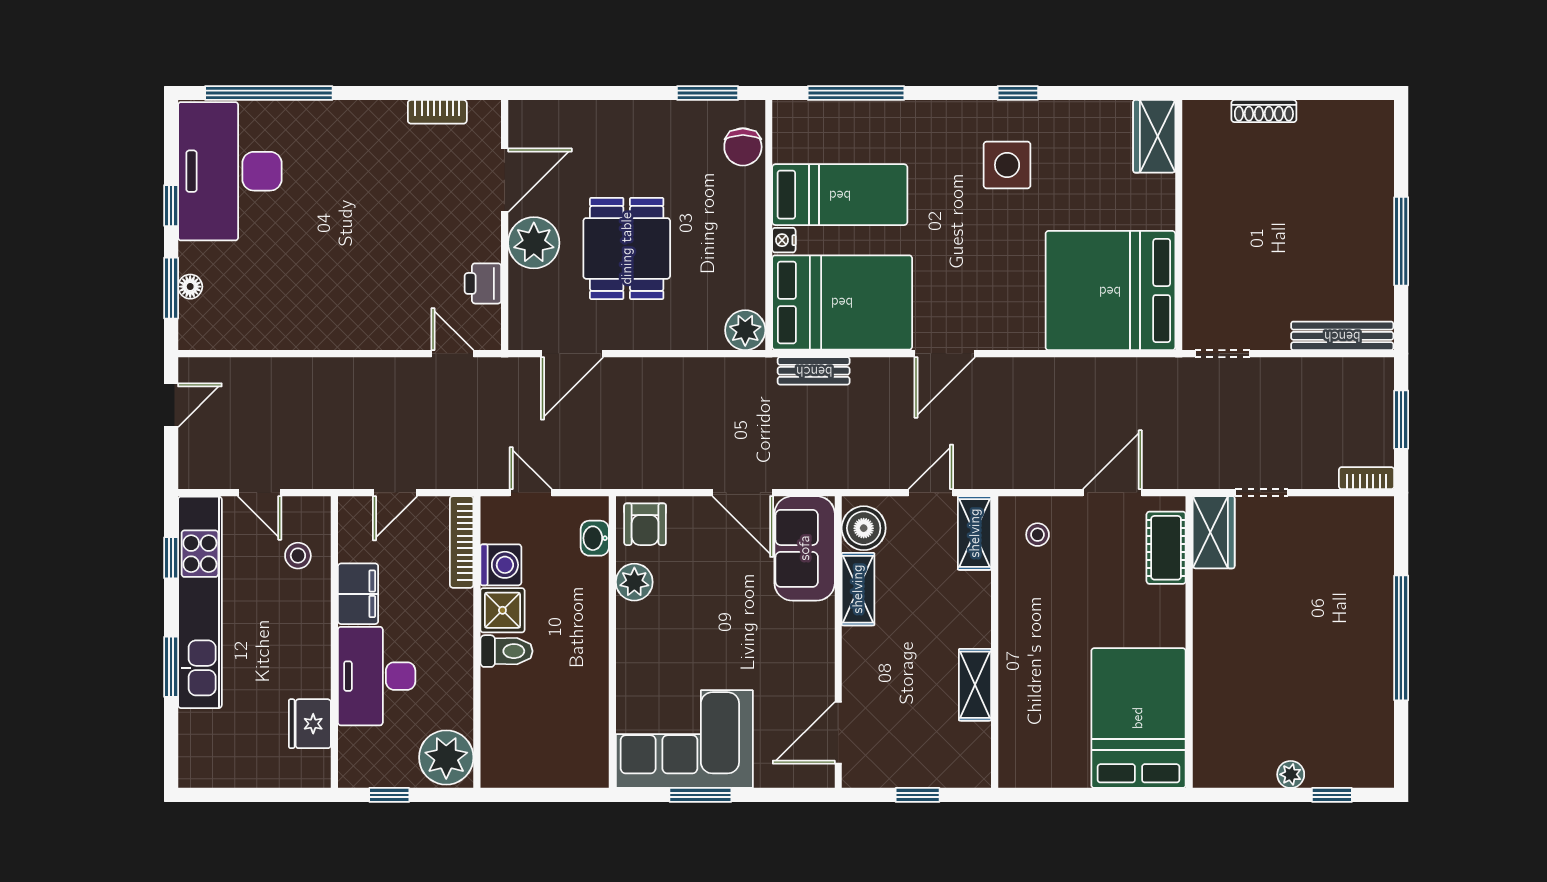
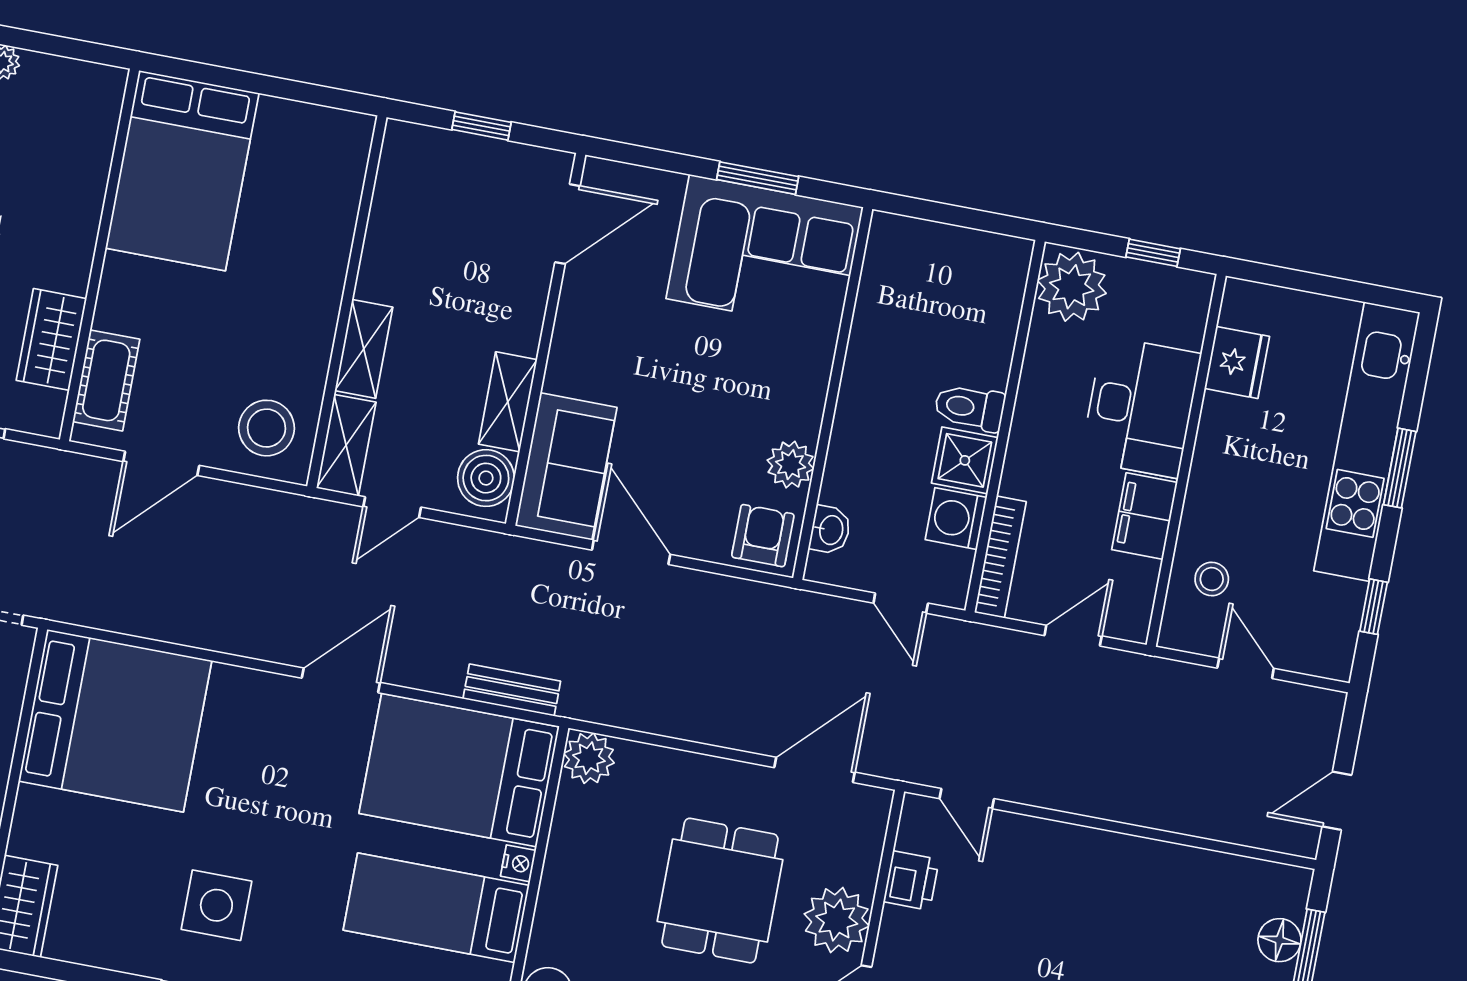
floor lamp: (190, 287) -> (1279, 940), width x1.37, depth x1.37
wardrobe: (1214, 532) -> (51, 339), moved
stool: (1038, 535) -> (266, 428), width x1.89, depth x1.89
kitchen unit: (200, 602) -> (1367, 442), moved
shelving: (975, 685) -> (364, 349), moved

